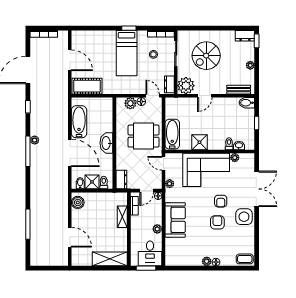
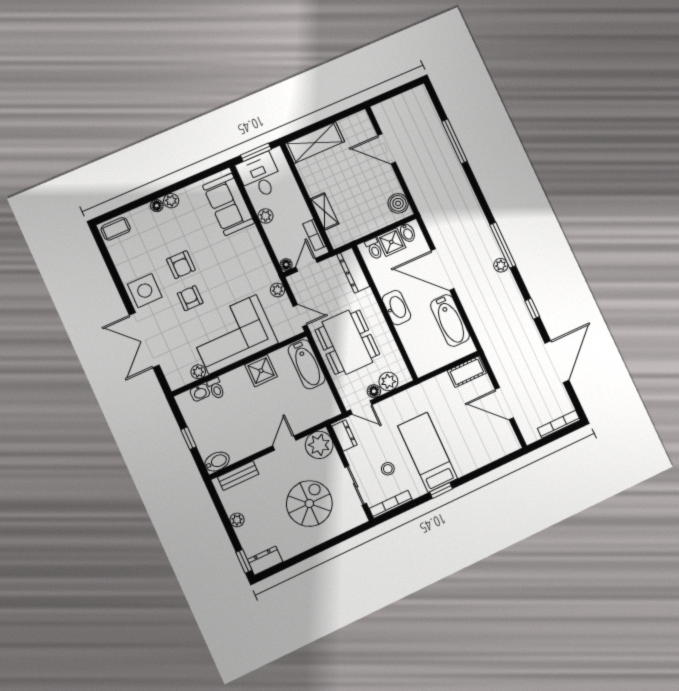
cot: (87, 86) -> (467, 372), width x0.73, depth x0.75
dining table: (144, 136) -> (347, 342), width x1.37
dresser: (121, 180) -> (353, 270), width x1.44
sofa: (175, 220) -> (229, 204), moved

